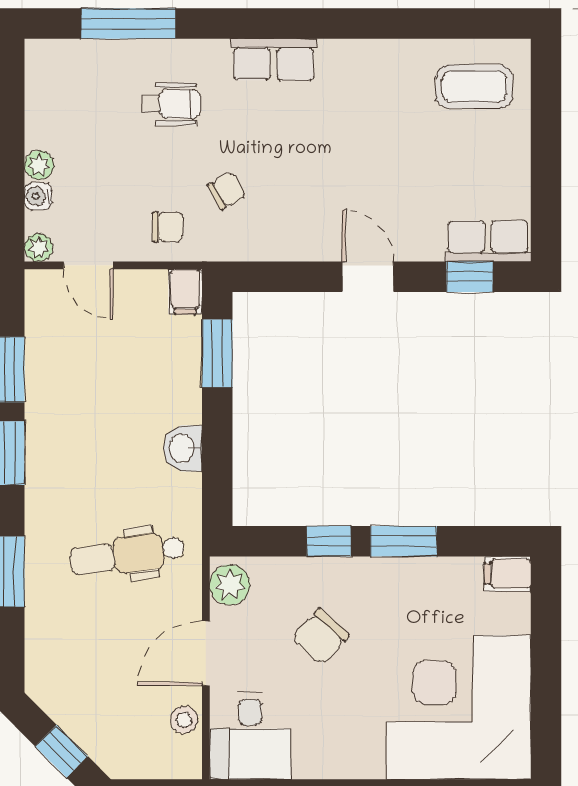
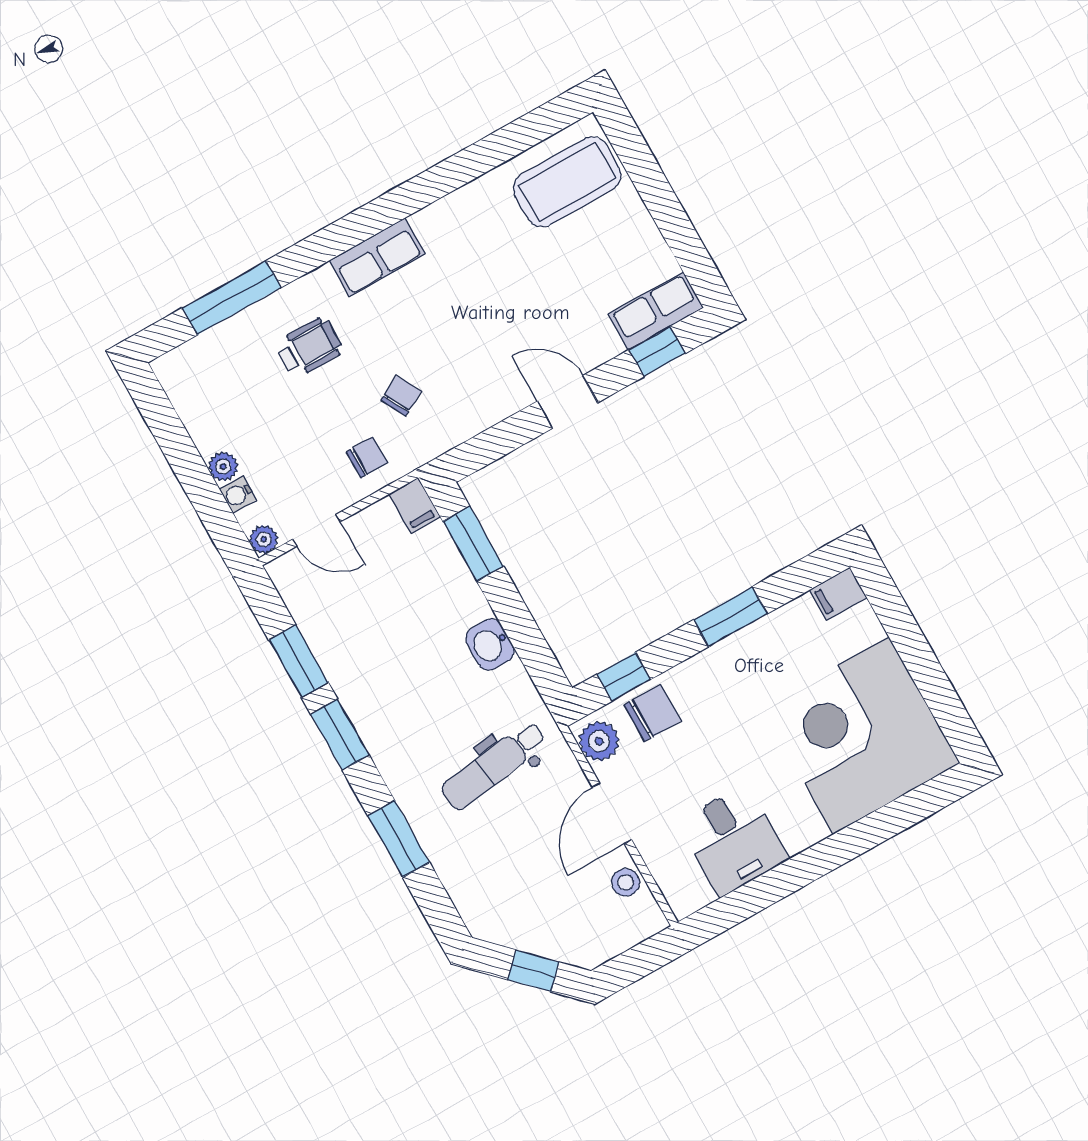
coffee table: (474, 87) -> (567, 182), width x1.36, depth x1.32
window: (329, 541) -> (624, 677), moved
chair: (321, 637) -> (652, 713), moved, turned -133
desk: (250, 736) -> (733, 841), moved

